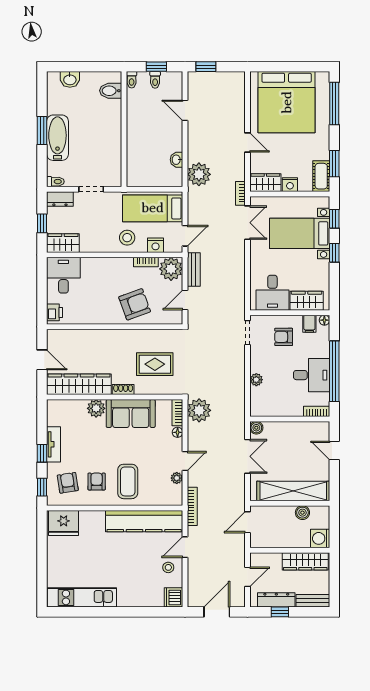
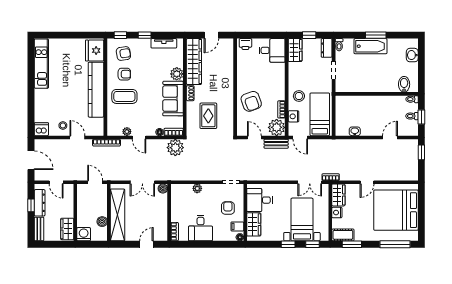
plant: (199, 174) -> (344, 147), removed
window: (334, 371) -> (203, 244), removed
tv unit: (54, 444) -> (164, 43), moved
kitchen counter: (144, 521) -> (96, 90), moved
wardrobe: (305, 561) -> (67, 229), width x0.67

